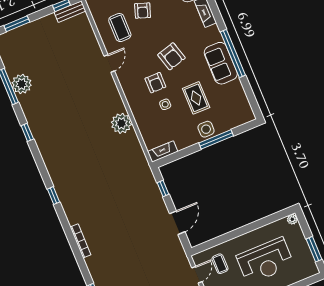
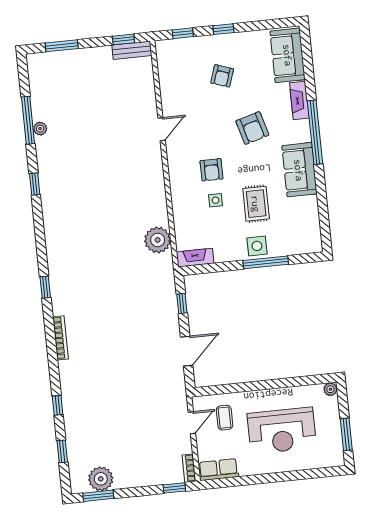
coffee table: (120, 28) -> (188, 88), removed
window: (233, 54) -> (315, 132), moved
armchair: (171, 56) -> (252, 128), moved
plant: (22, 84) -> (40, 129), width x0.53, depth x0.53
plant: (121, 123) -> (158, 240), moved
window: (54, 196) -> (45, 287), moved

